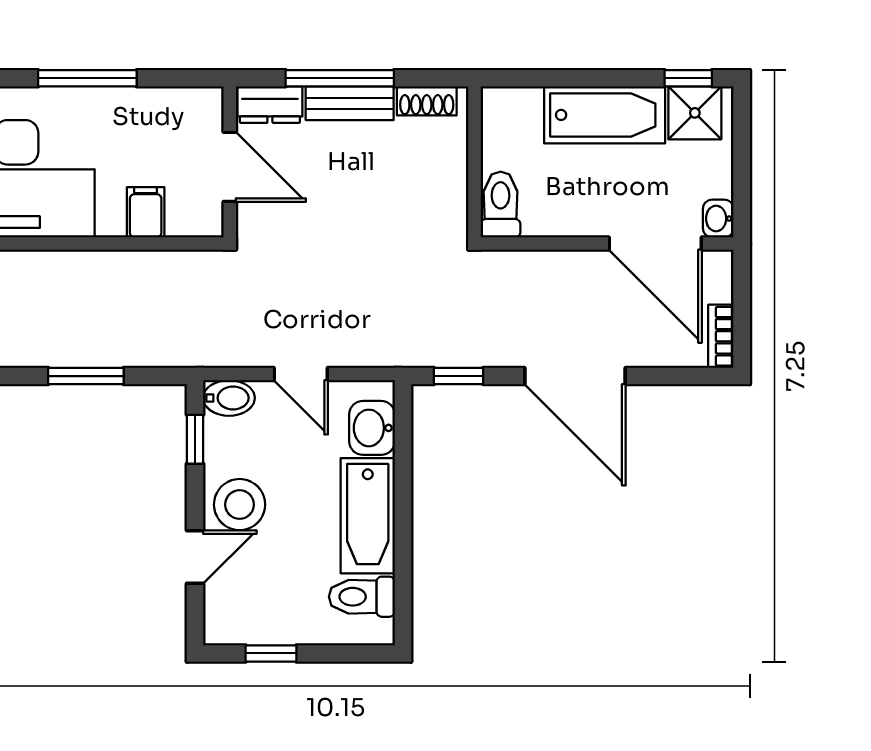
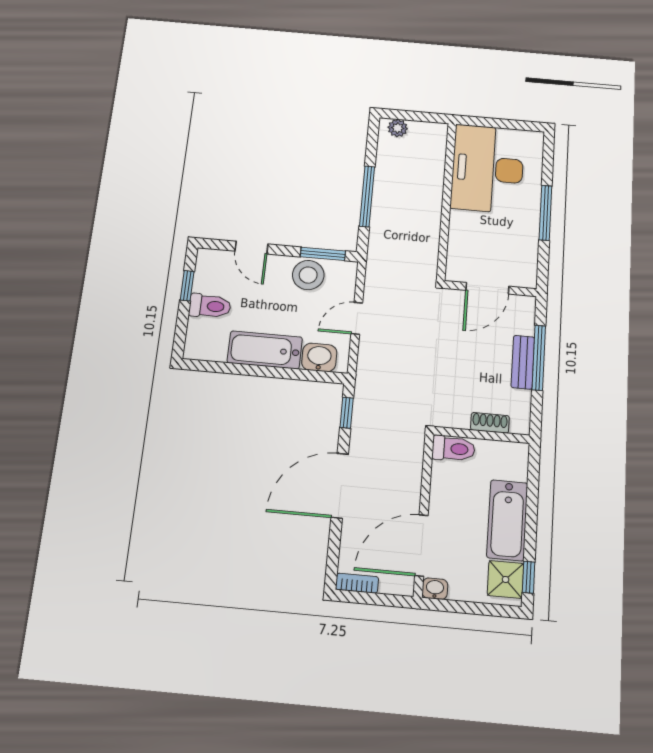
shoe rack: (427, 101) -> (490, 423), moved, turned 90
dresser: (270, 105) -> (524, 315), removed
filing cabinet: (146, 212) -> (463, 238), removed
window: (86, 376) -> (367, 196), width x1.44
bidet: (229, 398) -> (346, 275), removed
window: (195, 439) -> (323, 254), width x1.50
stool: (240, 505) -> (308, 275), moved
toilet: (362, 597) -> (210, 306), moved, turned 90

